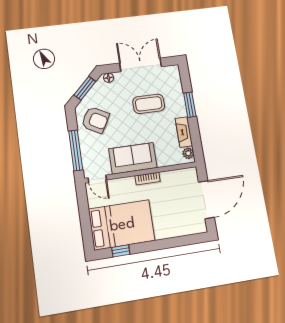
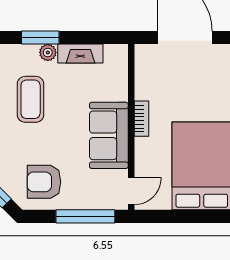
armchair: (95, 120) -> (44, 182), turned -119
plant: (188, 153) -> (48, 52), moved

